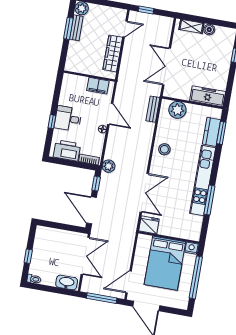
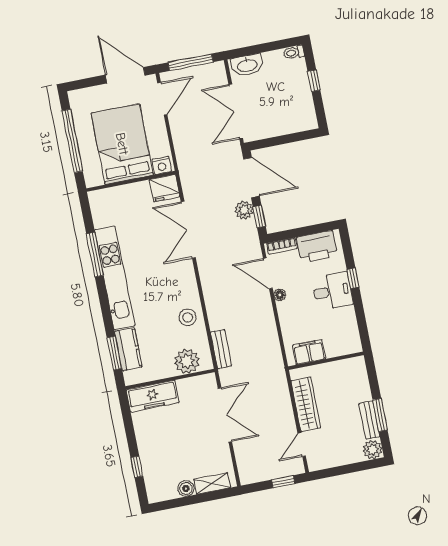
door: (110, 114) -> (268, 273), moved
stool: (164, 149) -> (188, 317), moved
plant: (109, 166) -> (244, 210), moved
nightstand: (191, 248) -> (162, 165), moved

